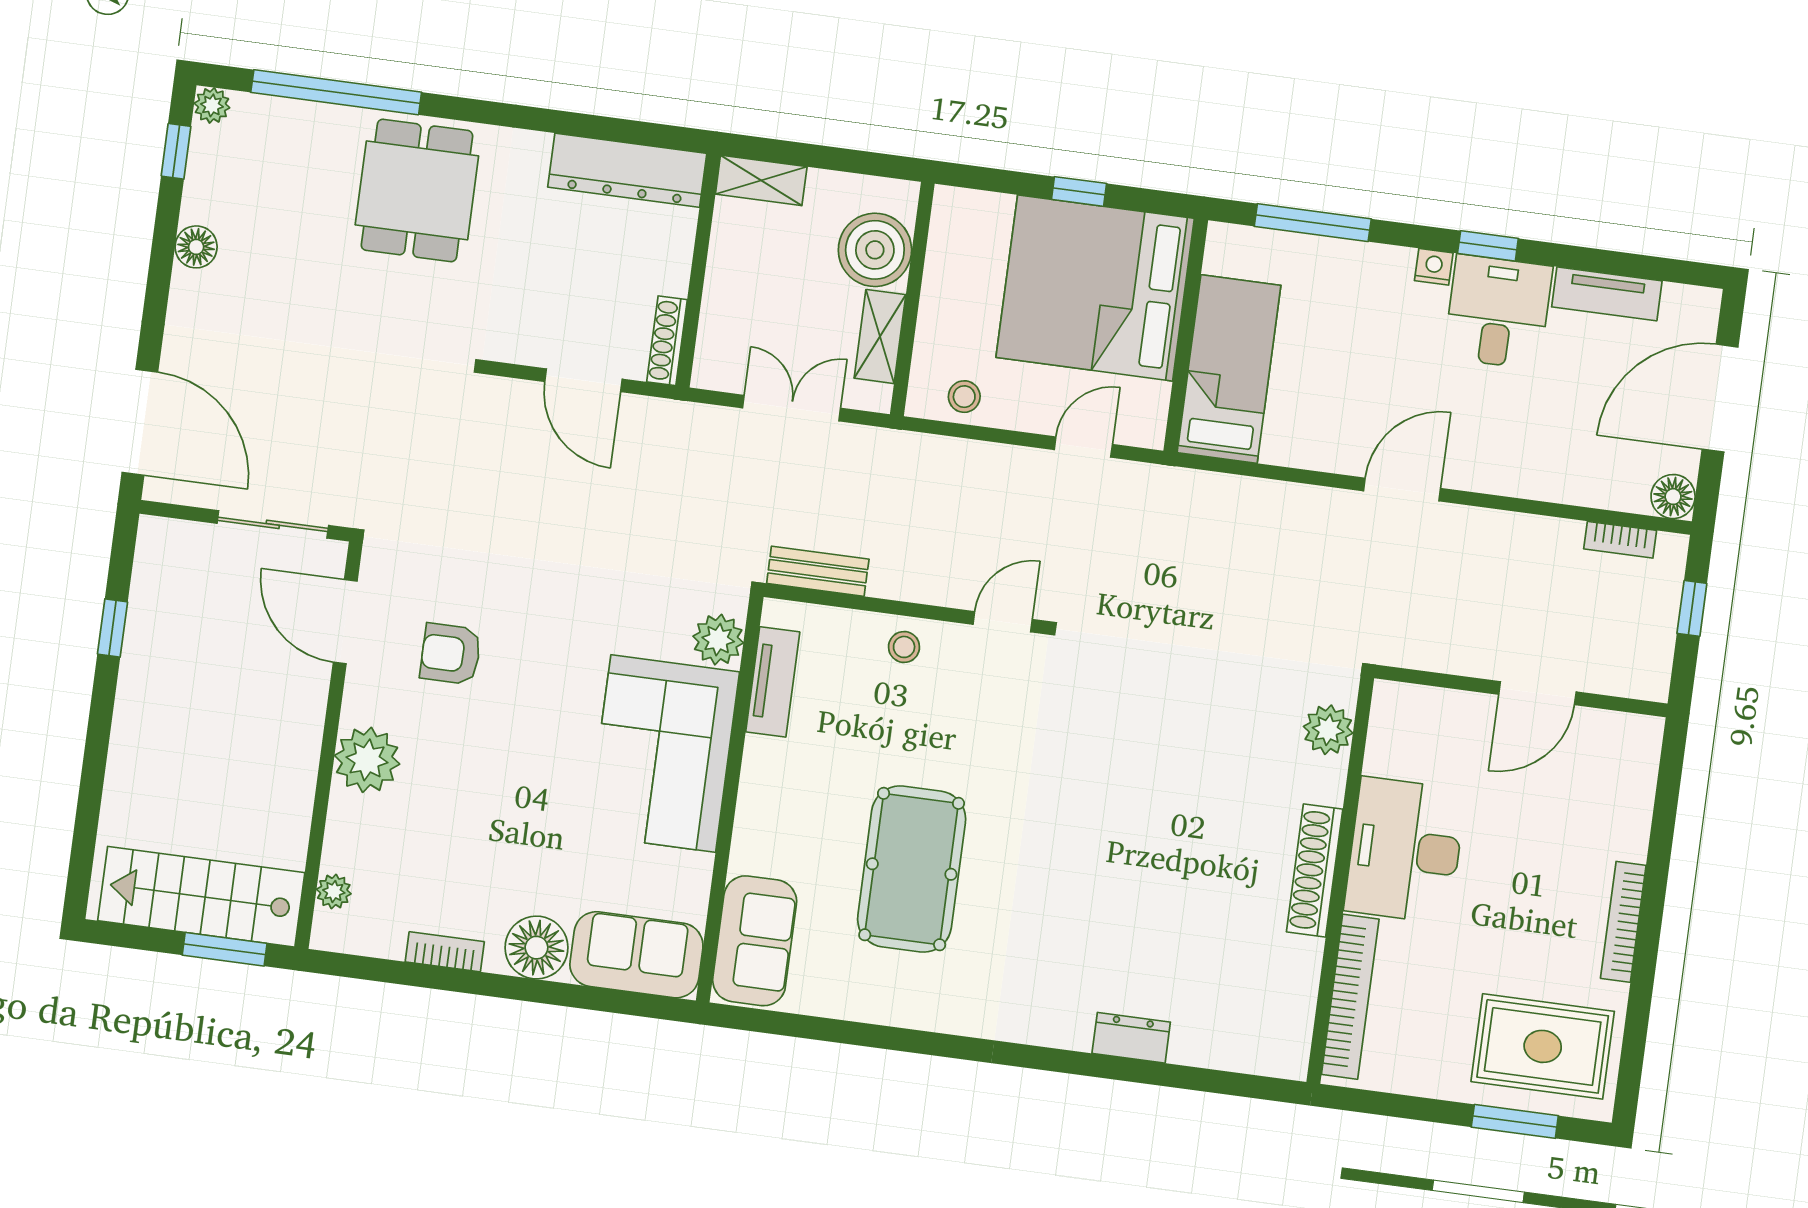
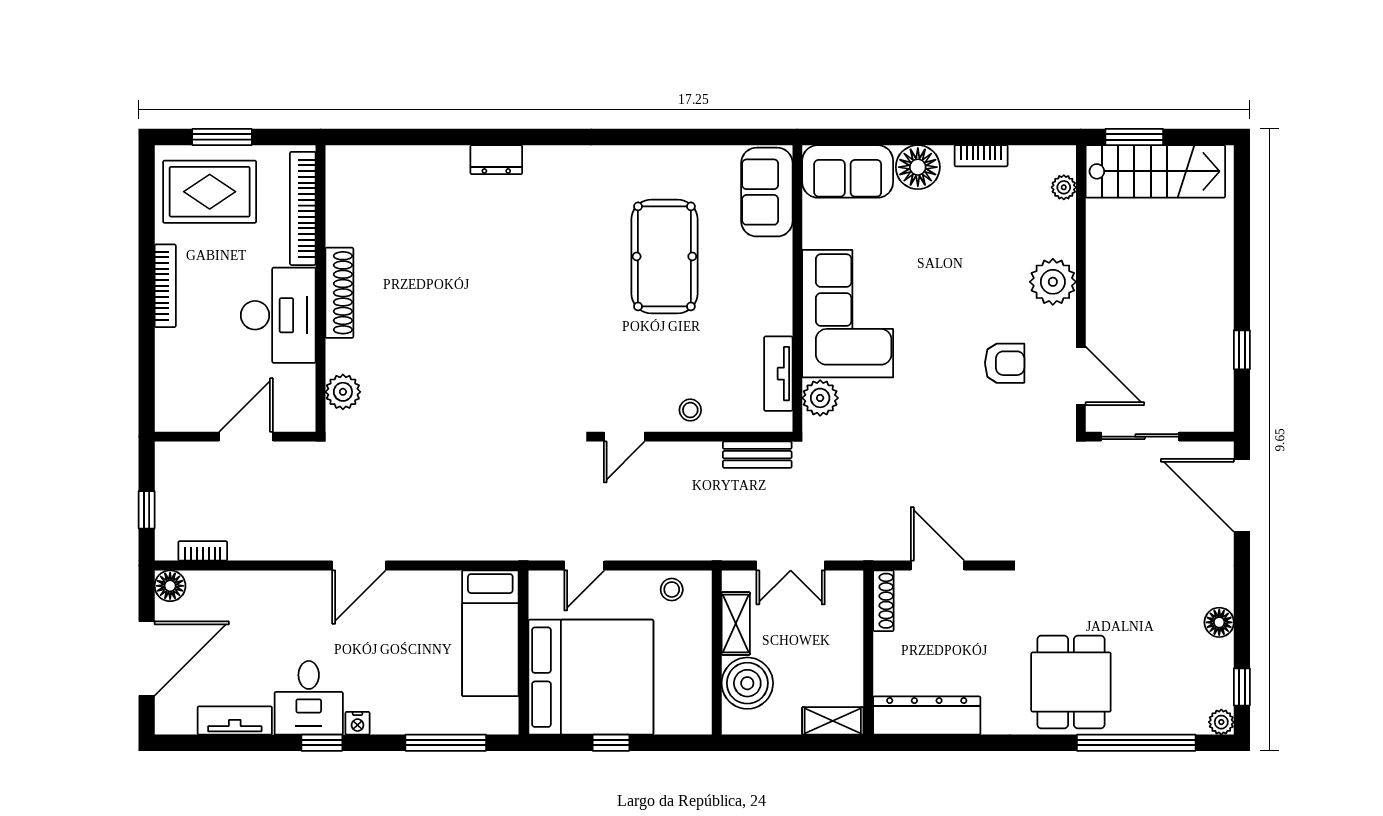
plant: (1328, 730) -> (343, 392), moved
desk: (1405, 850) -> (278, 315), moved
shoe rack: (1315, 871) -> (339, 293), moved
wall: (1340, 880) -> (321, 288), moved
bookcase: (1350, 997) -> (303, 208), moved

